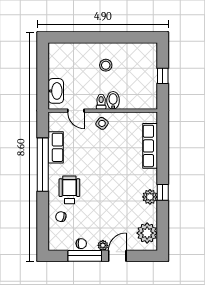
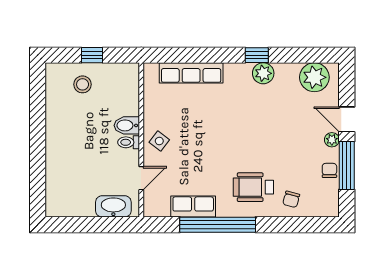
stool: (106, 65) -> (83, 84), moved

